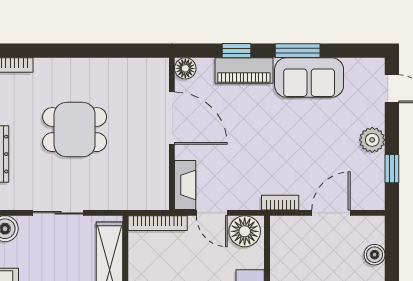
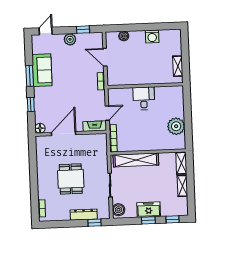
piano: (244, 71) -> (40, 101), removed
floor lamp: (245, 231) -> (115, 97), removed

